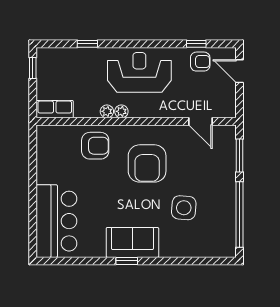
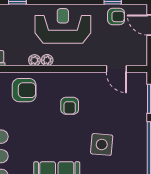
armchair: (147, 163) -> (70, 106), width x0.53, depth x0.53

